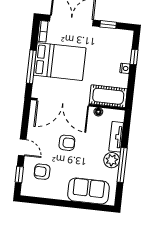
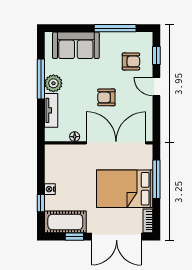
cot: (108, 96) -> (65, 222), moved
window: (53, 202) -> (115, 28), added

